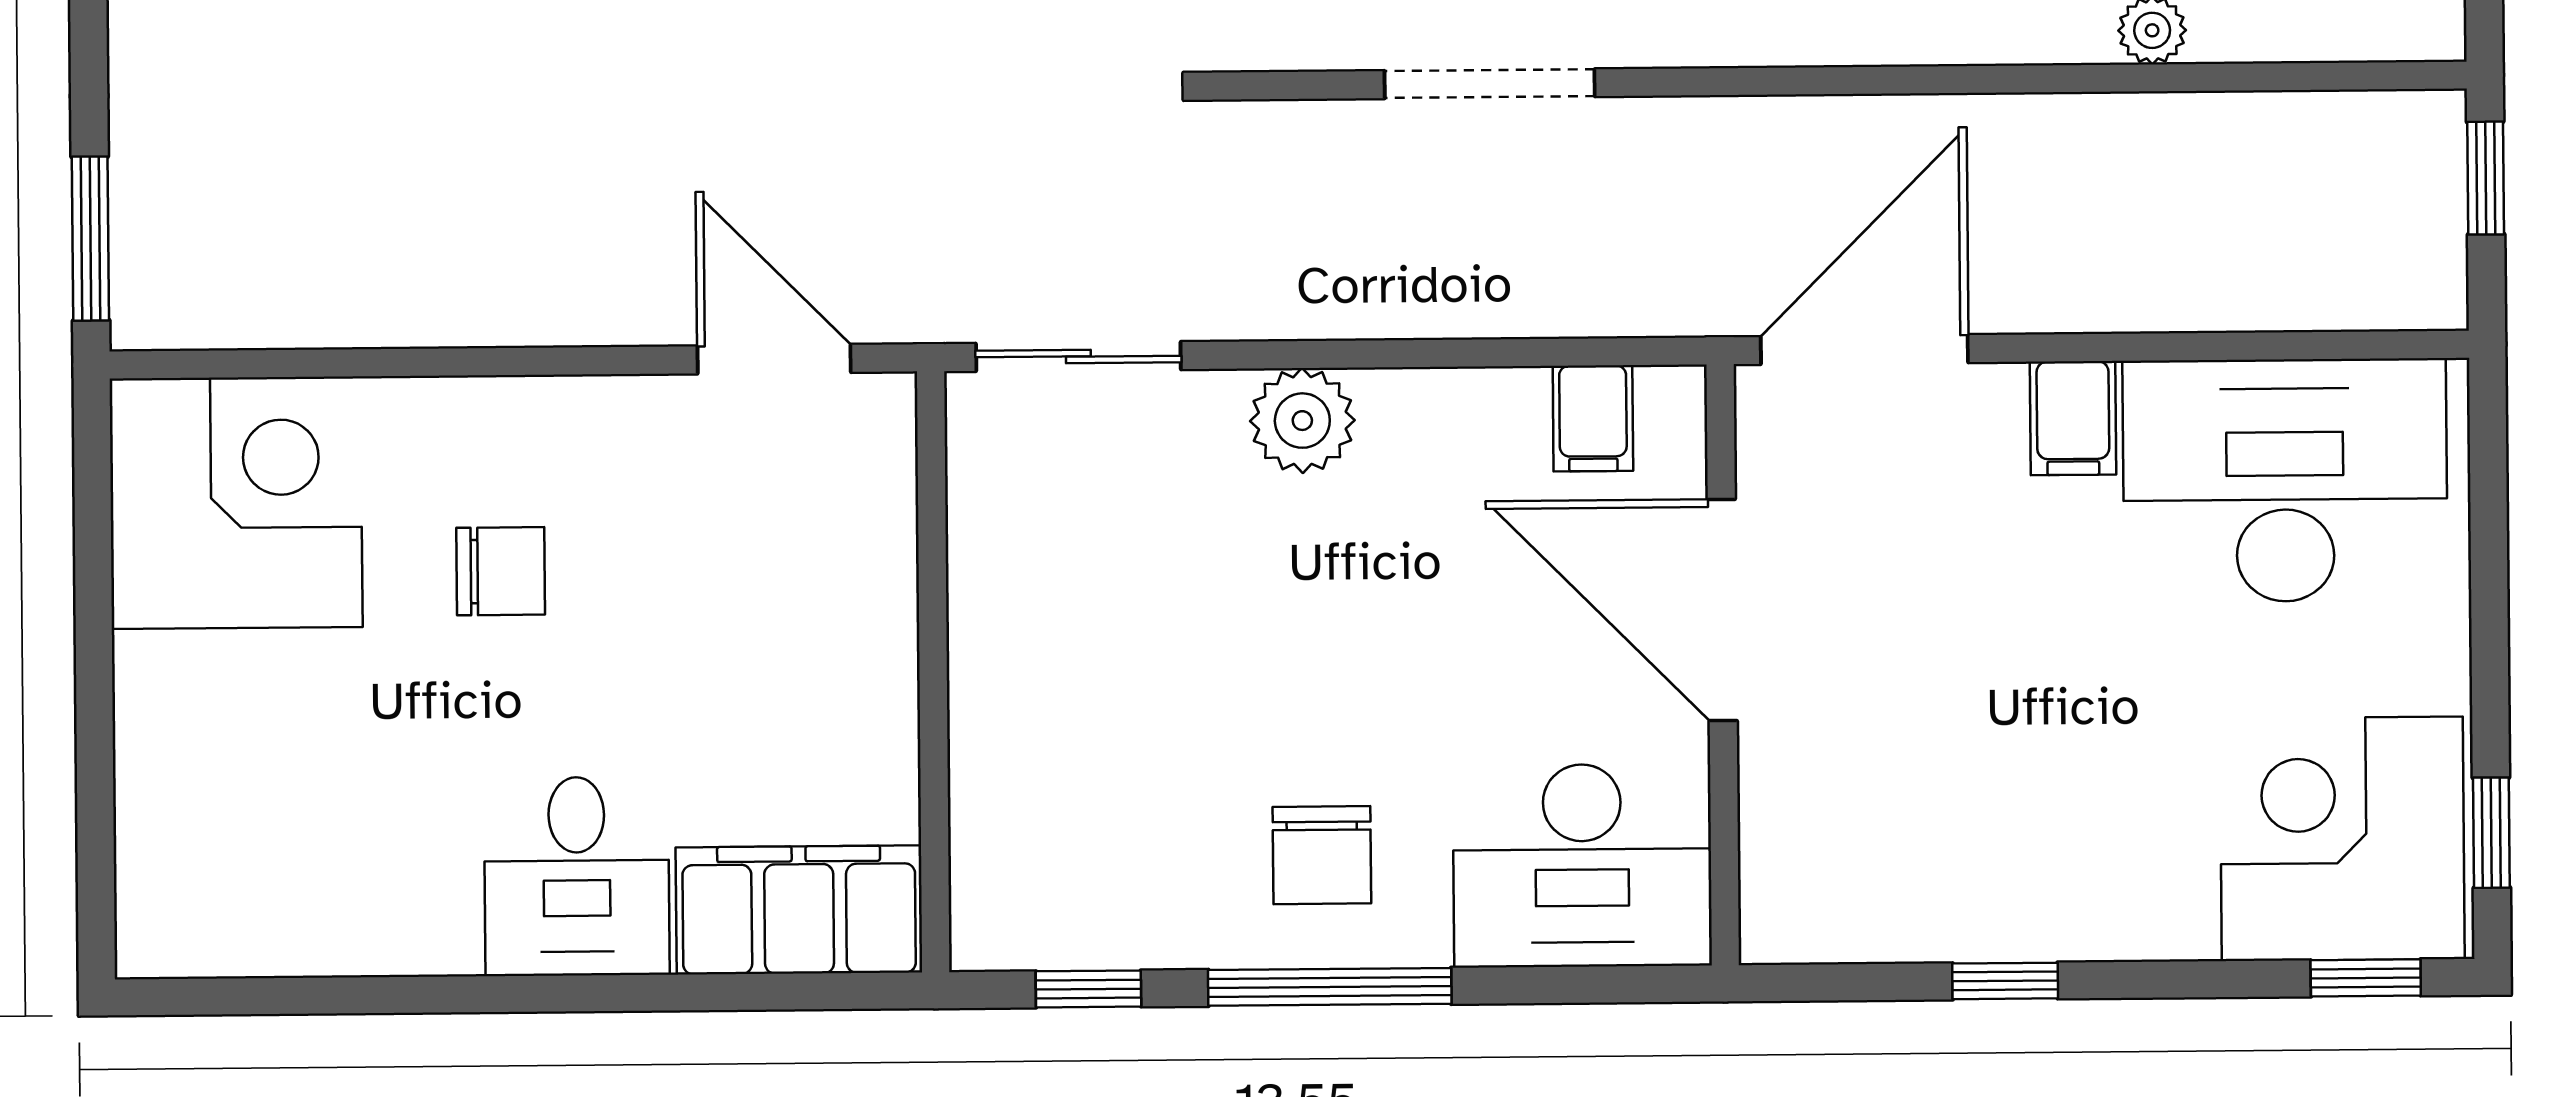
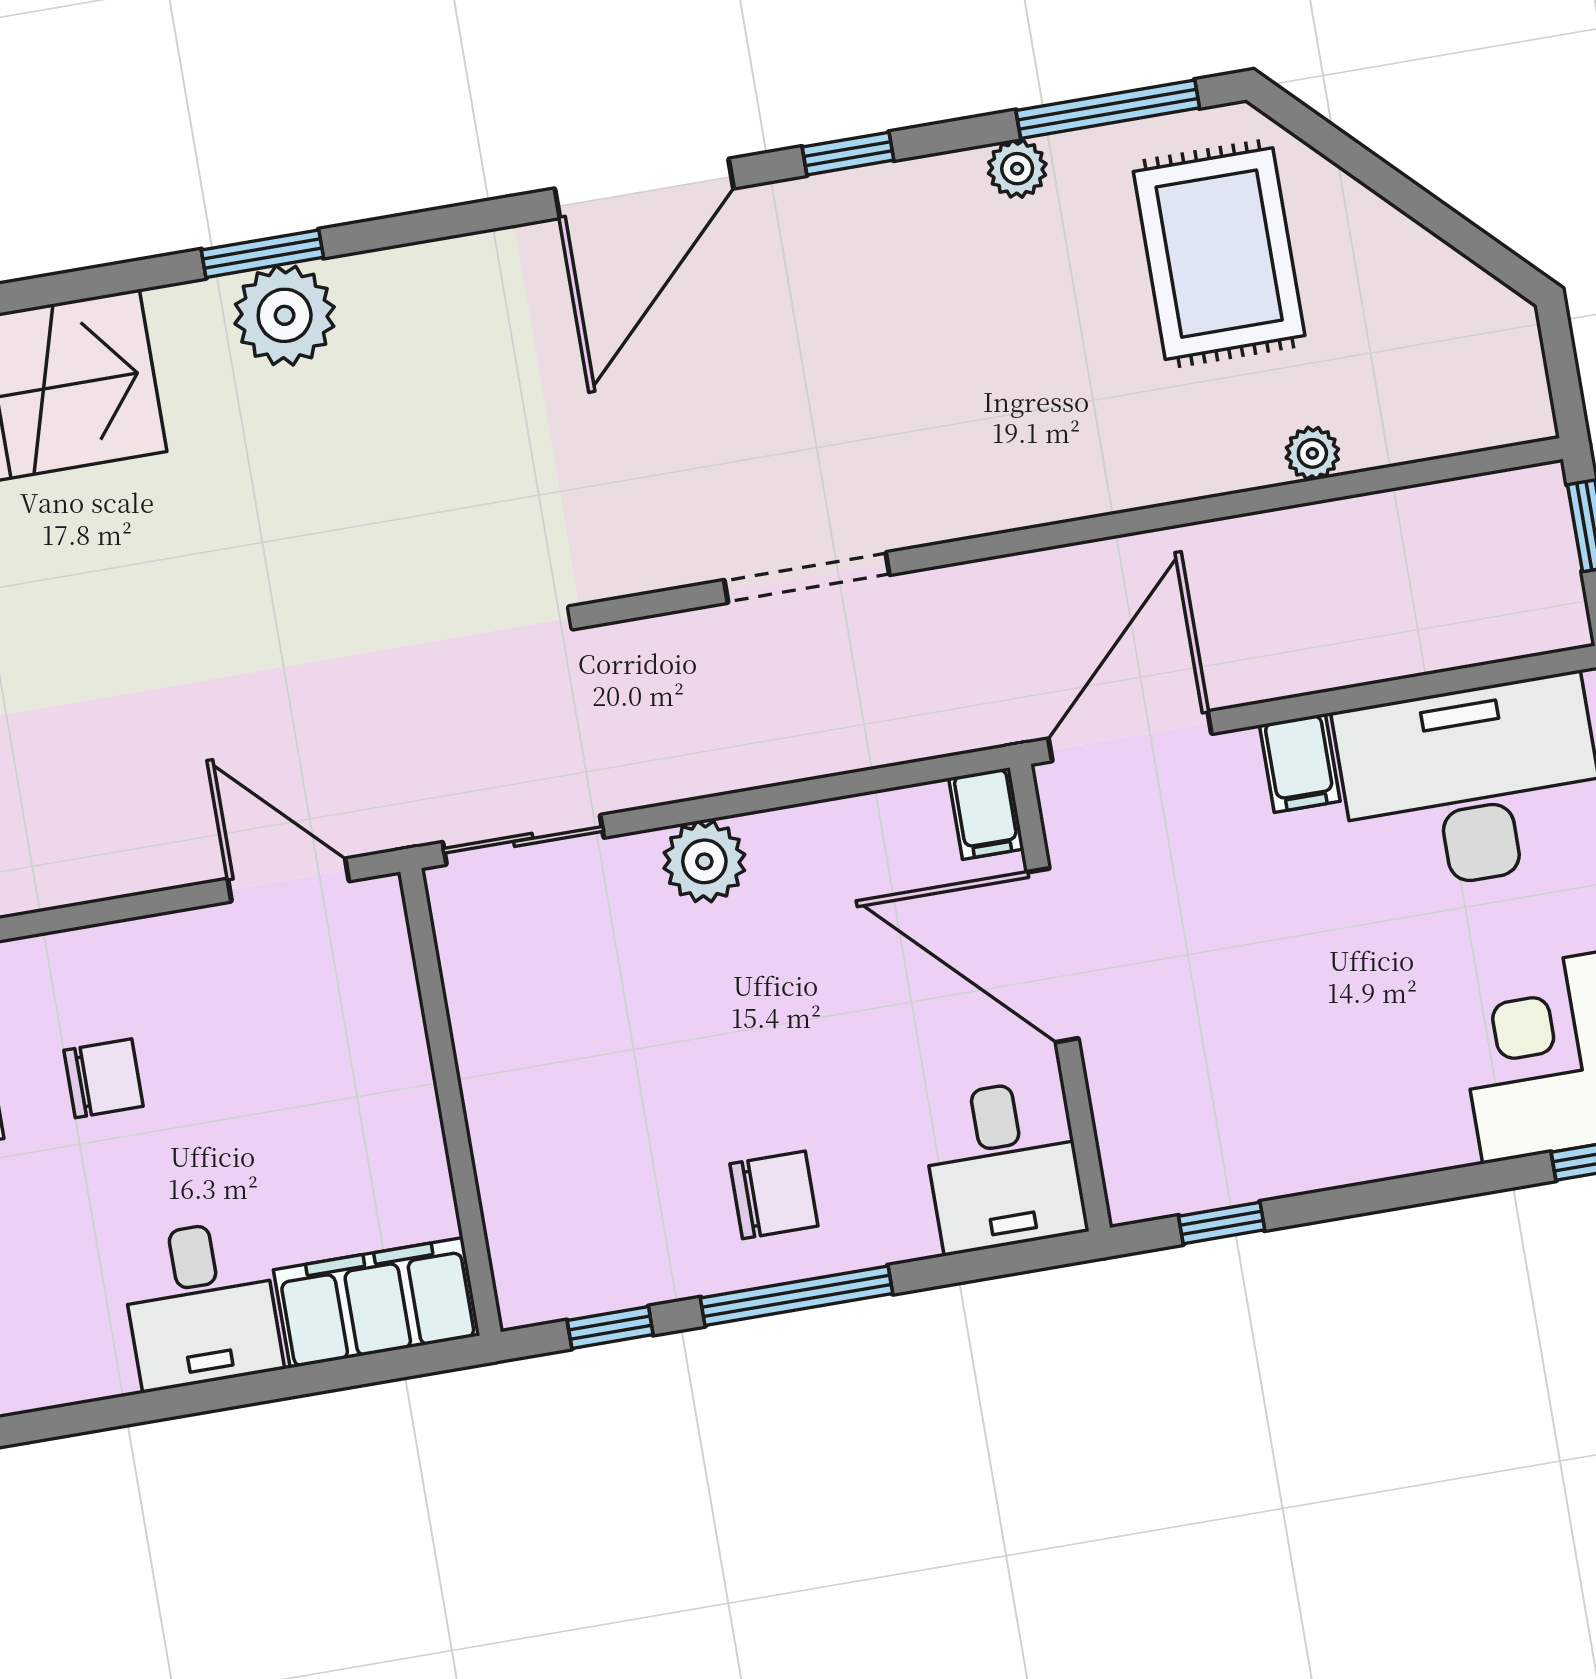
filing cabinet: (1593, 418) -> (986, 813), moved
chair: (1322, 855) -> (774, 1195), turned -90
desk: (1582, 866) -> (1003, 1166), width x0.73
window: (2005, 981) -> (1222, 1223), moved

